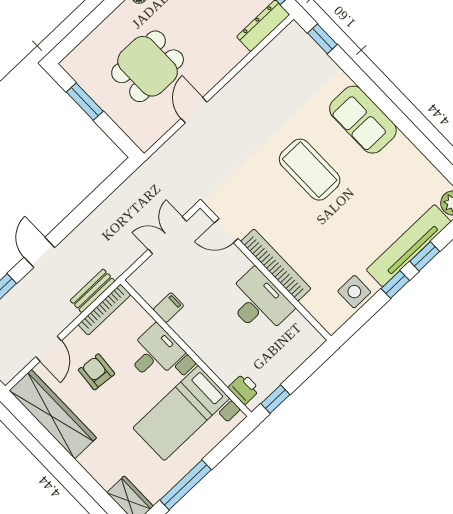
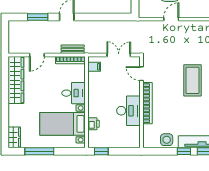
filing cabinet: (168, 308) -> (94, 67), moved
armchair: (97, 372) -> (46, 80), removed
printer: (244, 389) -> (93, 124), moved

